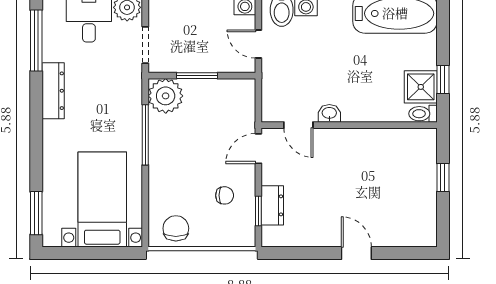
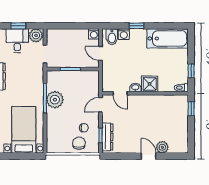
shower: (421, 87) -> (150, 84), moved
plant: (166, 96) -> (55, 100), moved
window: (443, 177) -> (191, 109), moved
dresser: (272, 205) -> (107, 137), width x1.44
chair: (176, 228) -> (79, 143), moved
plant: (384, 235) -> (162, 147), added

